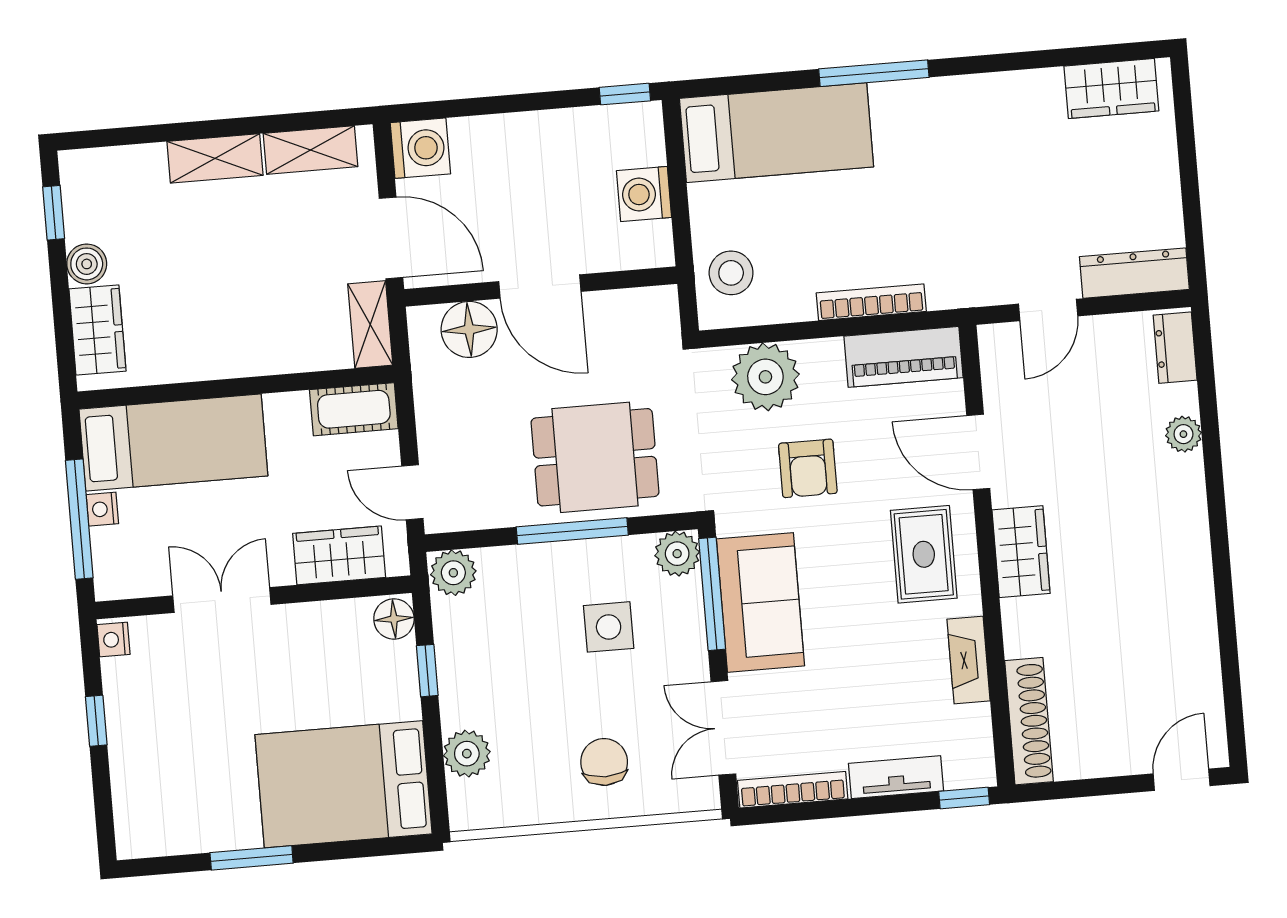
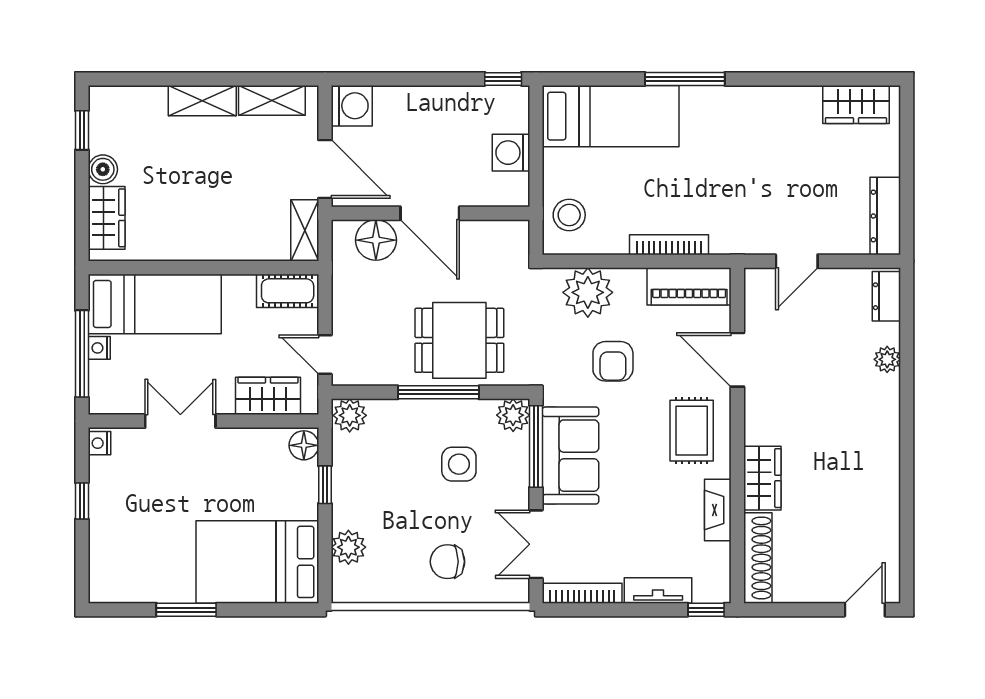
dresser: (1134, 273) -> (885, 216), moved, turned -90
wardrobe: (1021, 552) -> (762, 478), moved
chair: (604, 762) -> (447, 562), turned -90

